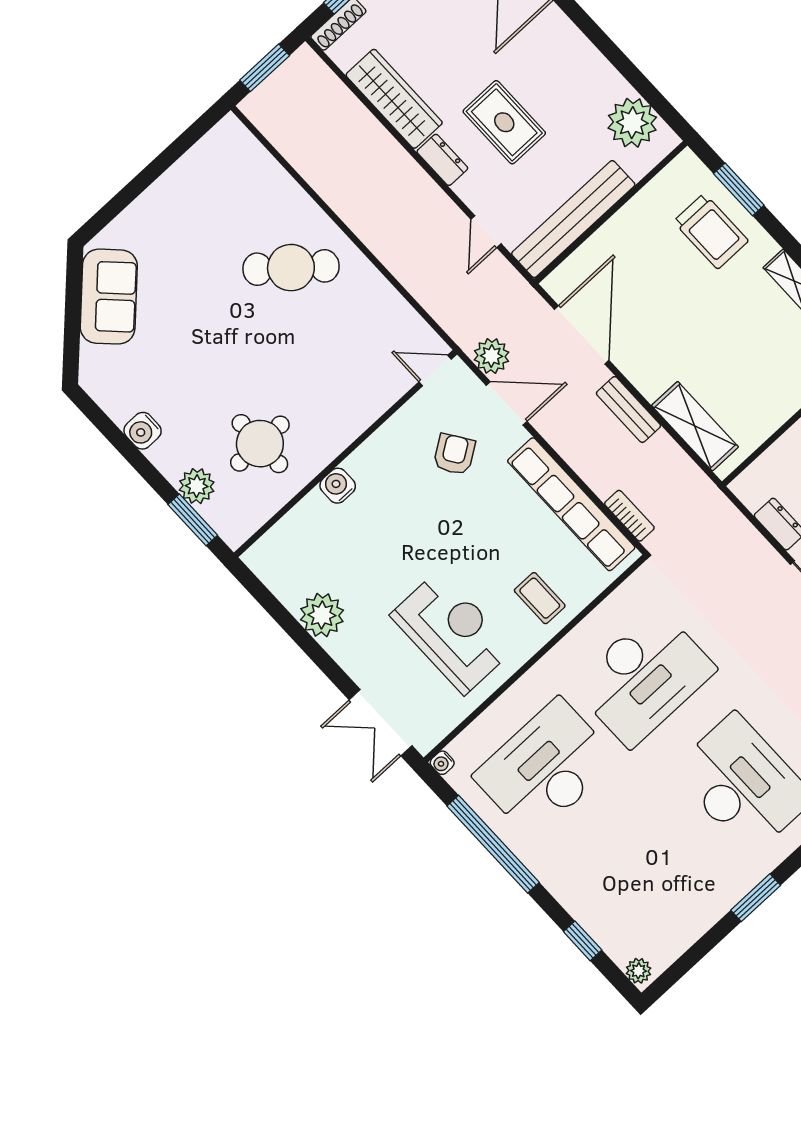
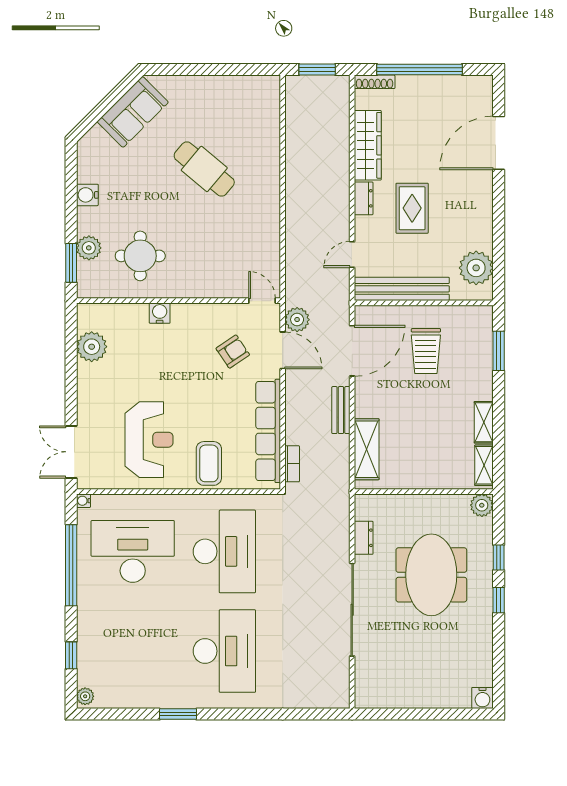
trolley: (711, 231) -> (426, 351), moved
cafe table: (291, 268) -> (204, 169), moved
coffee table: (540, 598) -> (209, 463), width x1.36, depth x1.30
plant: (322, 615) -> (92, 347), moved
desk: (644, 677) -> (224, 551), turned -90

